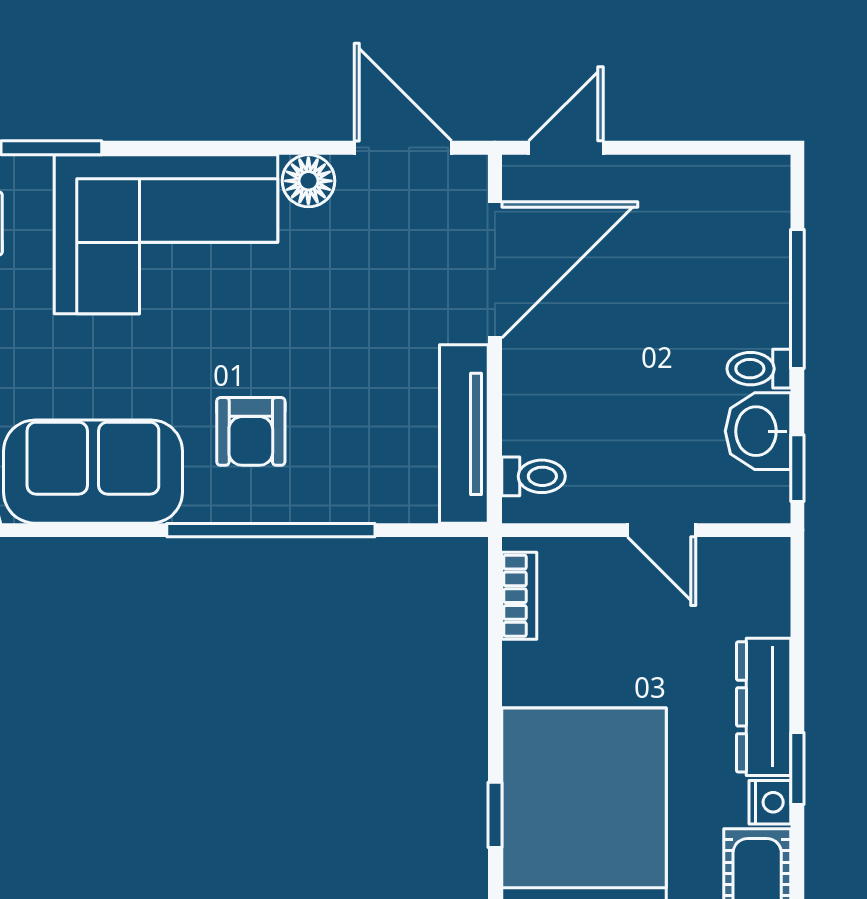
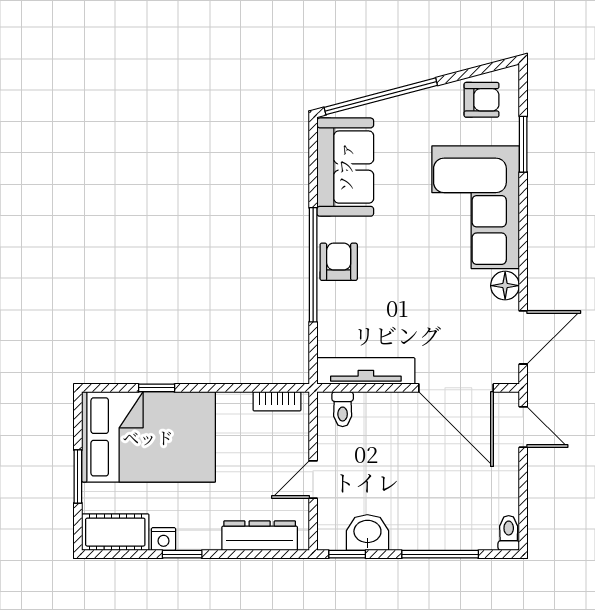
toilet: (759, 369) -> (509, 533), moved
armchair: (251, 431) -> (339, 262), moved, turned 90
dresser: (764, 707) -> (260, 536), moved

